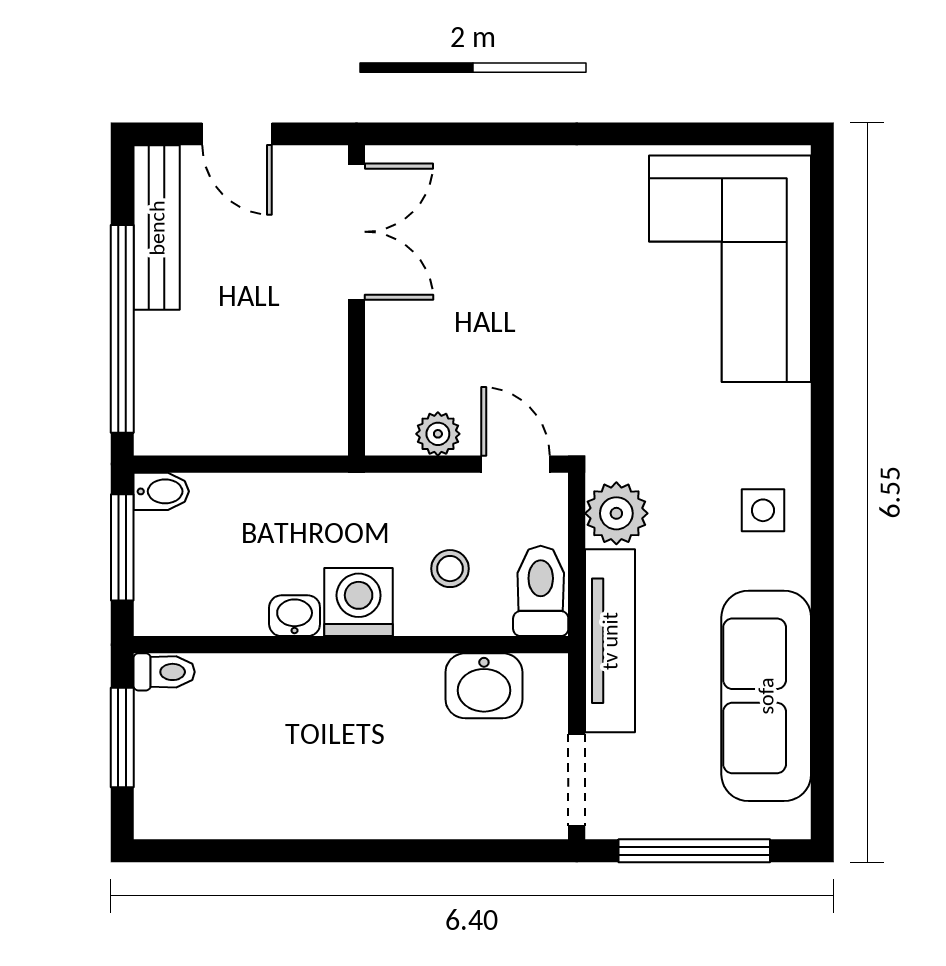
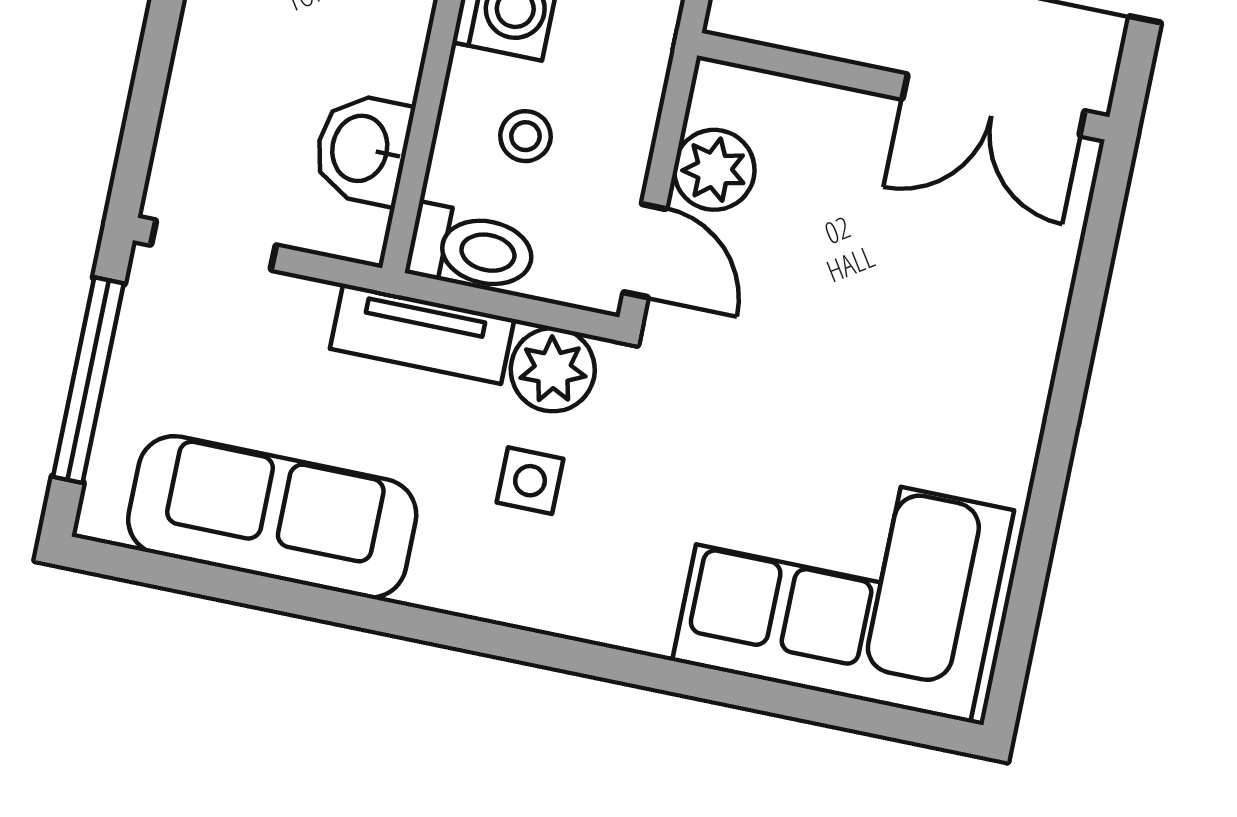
plant: (438, 434) -> (714, 170), width x1.38, depth x1.38
door: (516, 464) -> (645, 251), hinge flipped
side table: (763, 510) -> (530, 481), moved
tv unit: (610, 641) -> (422, 334), width x0.71

